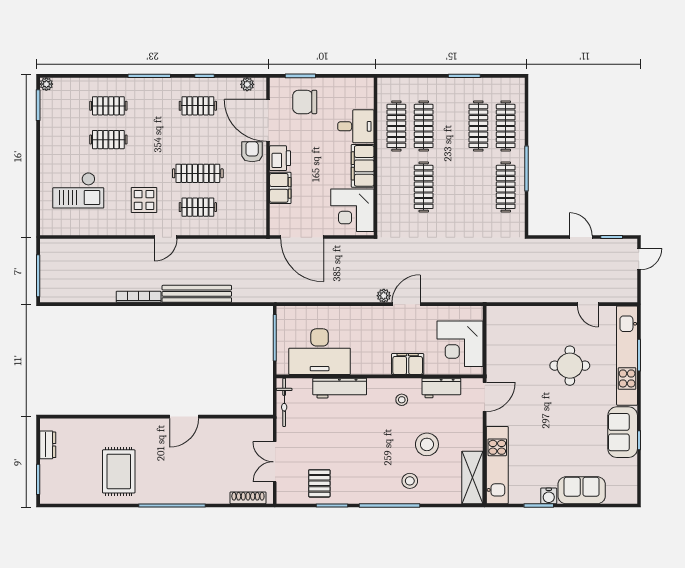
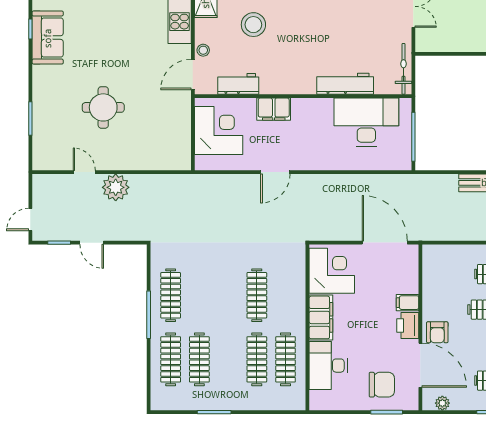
desk: (356, 126) -> (328, 366), width x1.37
filing cabinet: (280, 188) -> (408, 303), width x0.50
plant: (384, 296) -> (116, 187), moved, width x1.87, depth x1.87
kitchen unit: (627, 356) -> (43, 118), removed
stool: (402, 400) -> (203, 50), moved

